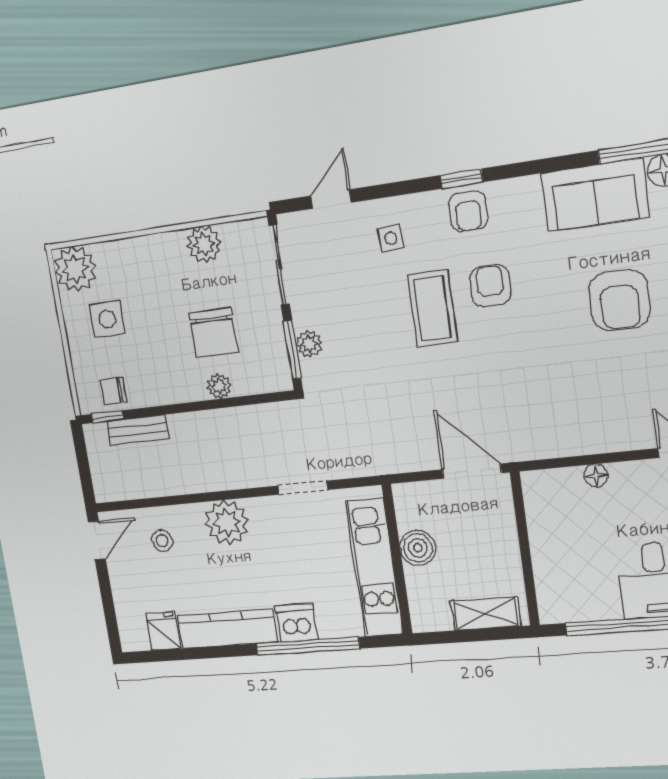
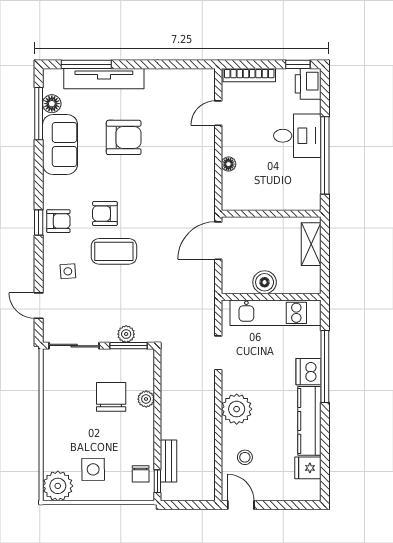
plant: (204, 244) -> (54, 394), removed
chair: (214, 333) -> (111, 397), turned -90

